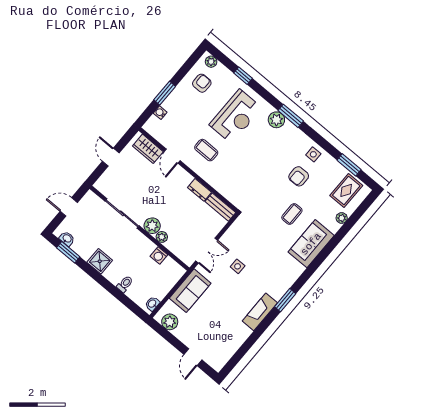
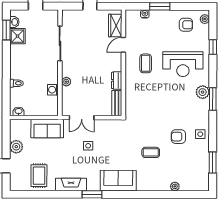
rug: (346, 190) -> (39, 176), moved, turned 90
plant: (152, 226) -> (68, 69), removed
sofa: (311, 244) -> (118, 181), moved
shower: (100, 261) -> (17, 36), moved
plant: (170, 322) -> (16, 147), moved

